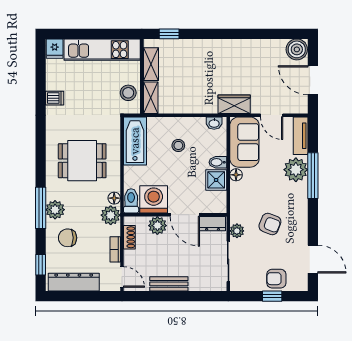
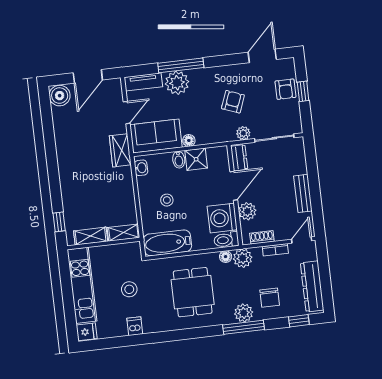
stool: (128, 93) -> (129, 289), moved

